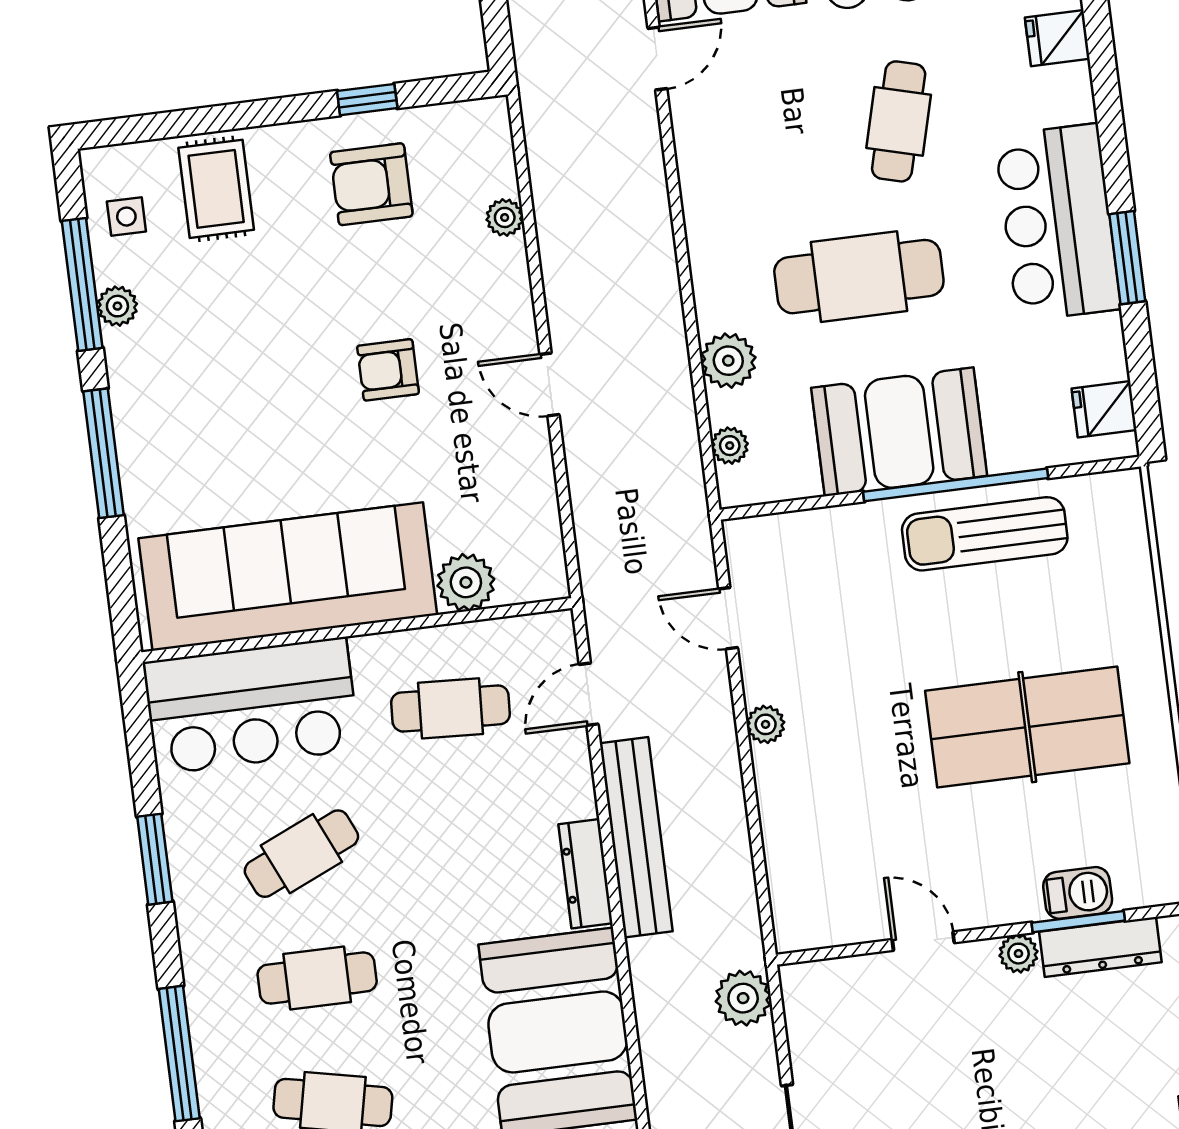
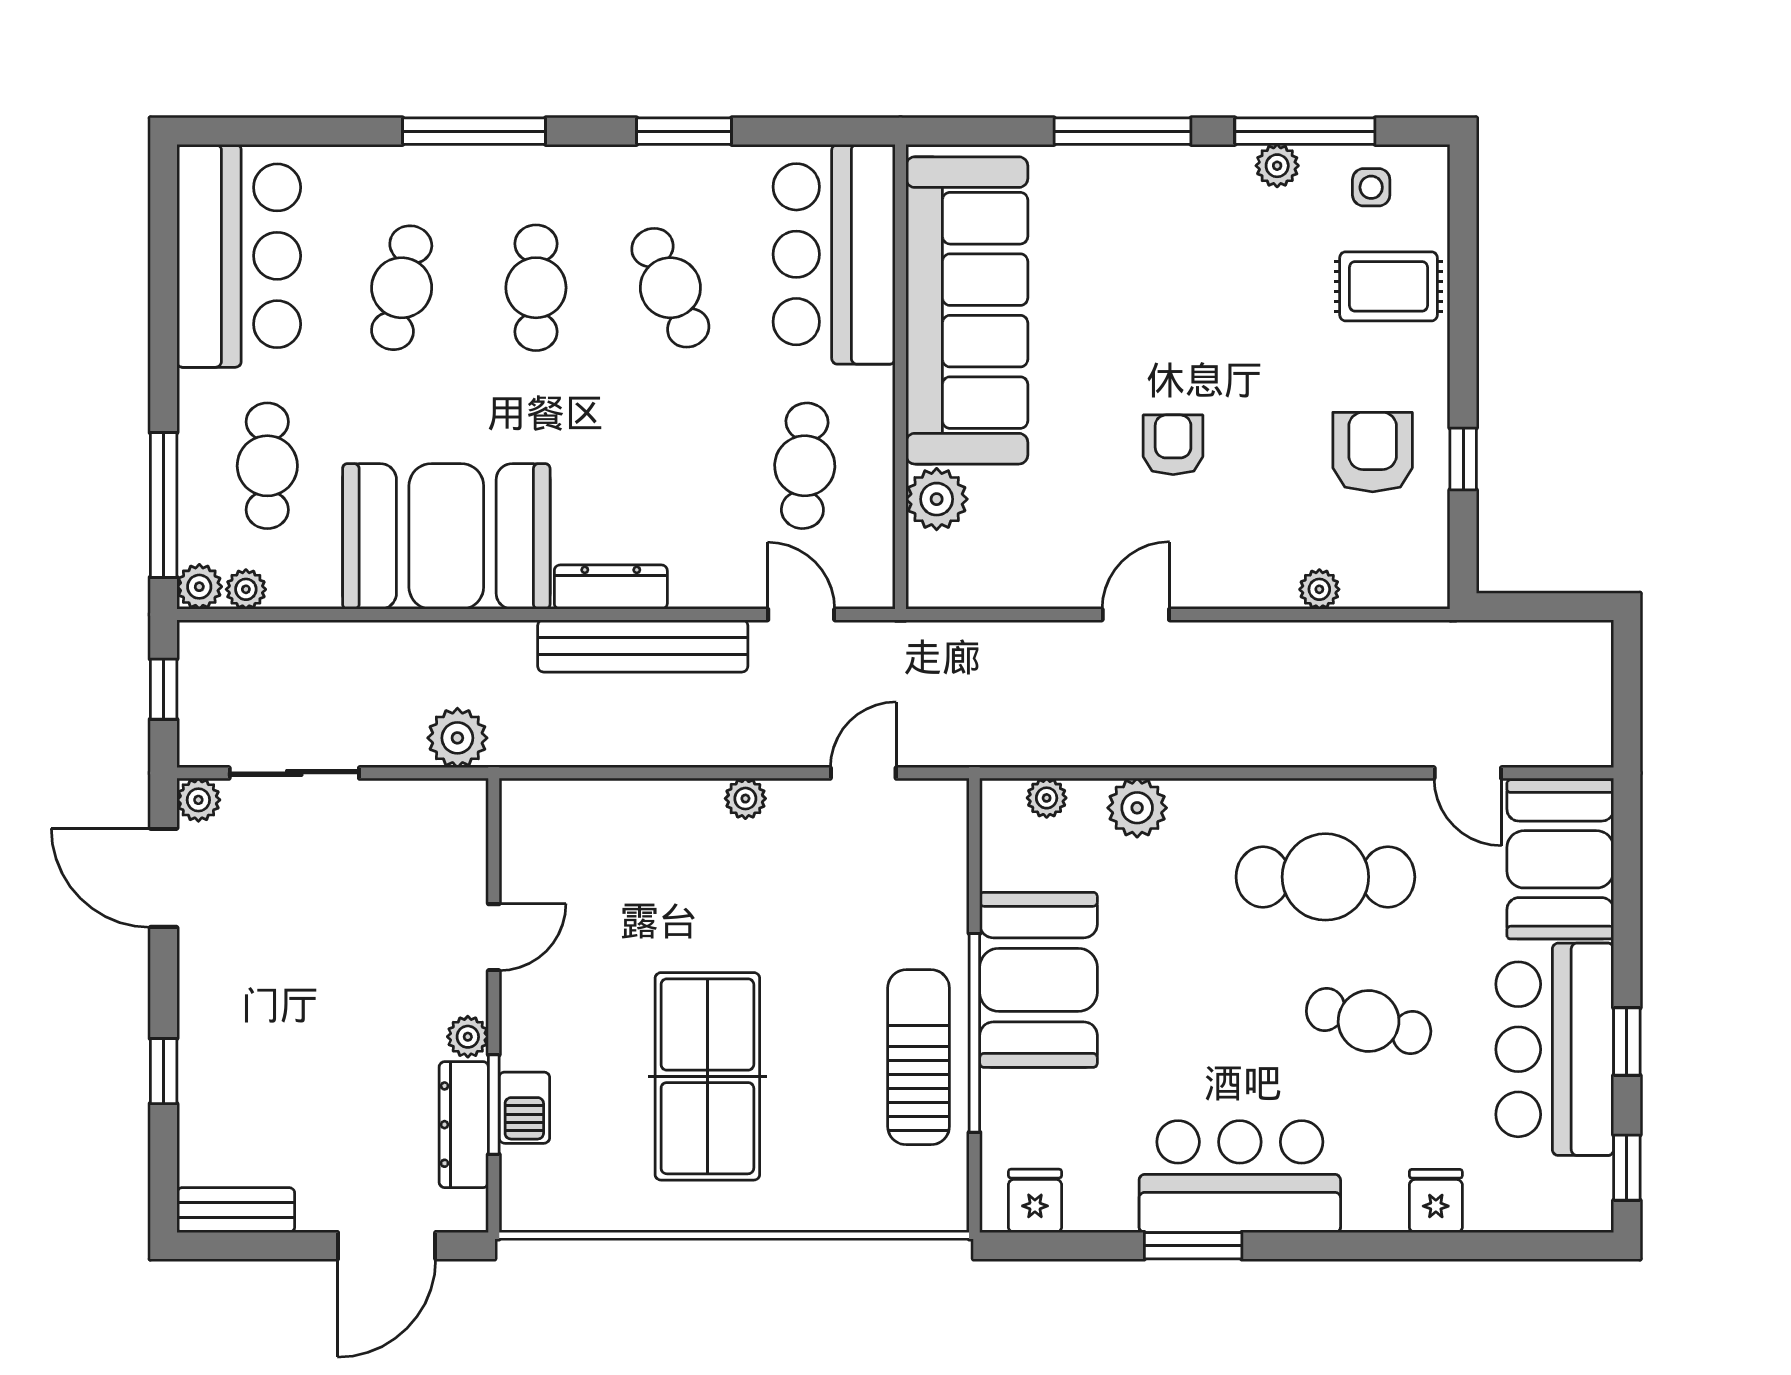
cafe table: (859, 277) -> (1325, 877), moved, turned 90

